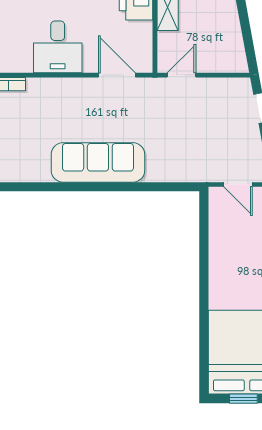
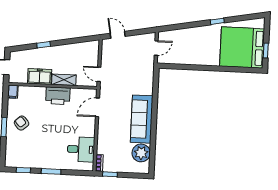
desk: (58, 47) -> (81, 149), moved
plant: (32, 165) -> (141, 153), added

